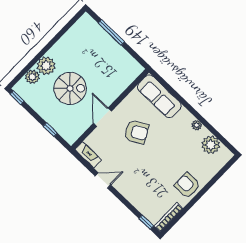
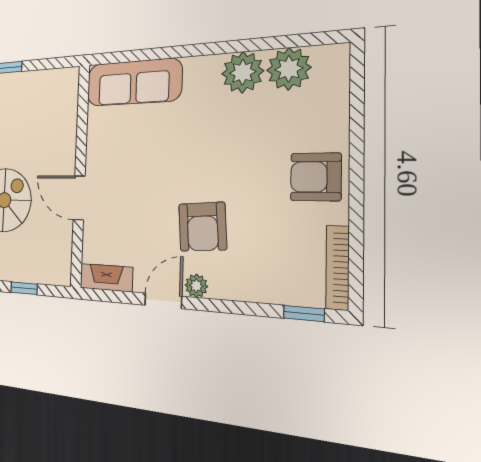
plant: (197, 125) -> (243, 72), width x1.87, depth x1.87
armchair: (137, 132) -> (202, 227), moved, turned 115
plant: (119, 185) -> (196, 286), added

